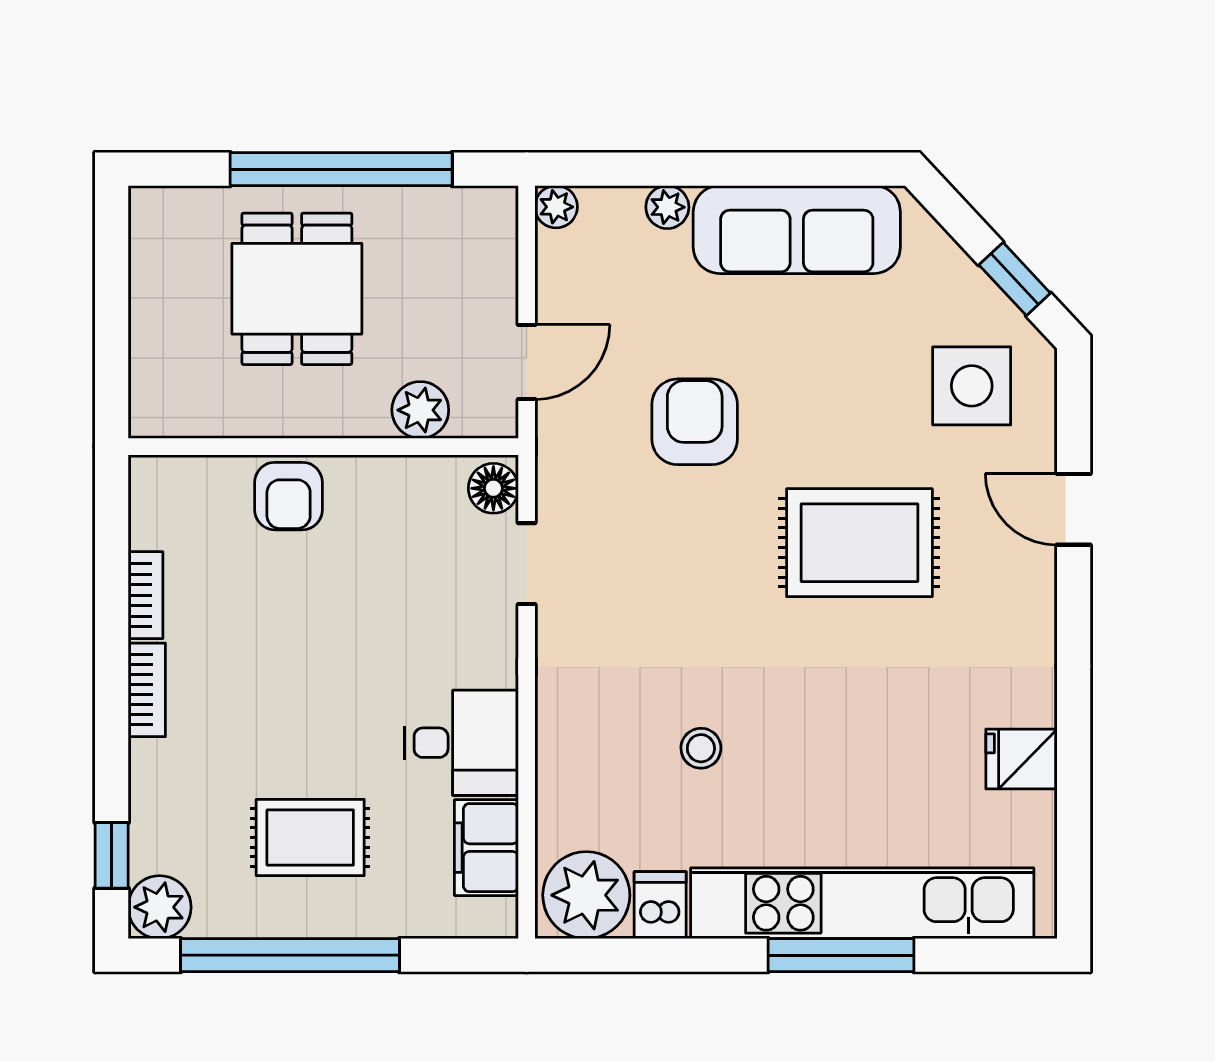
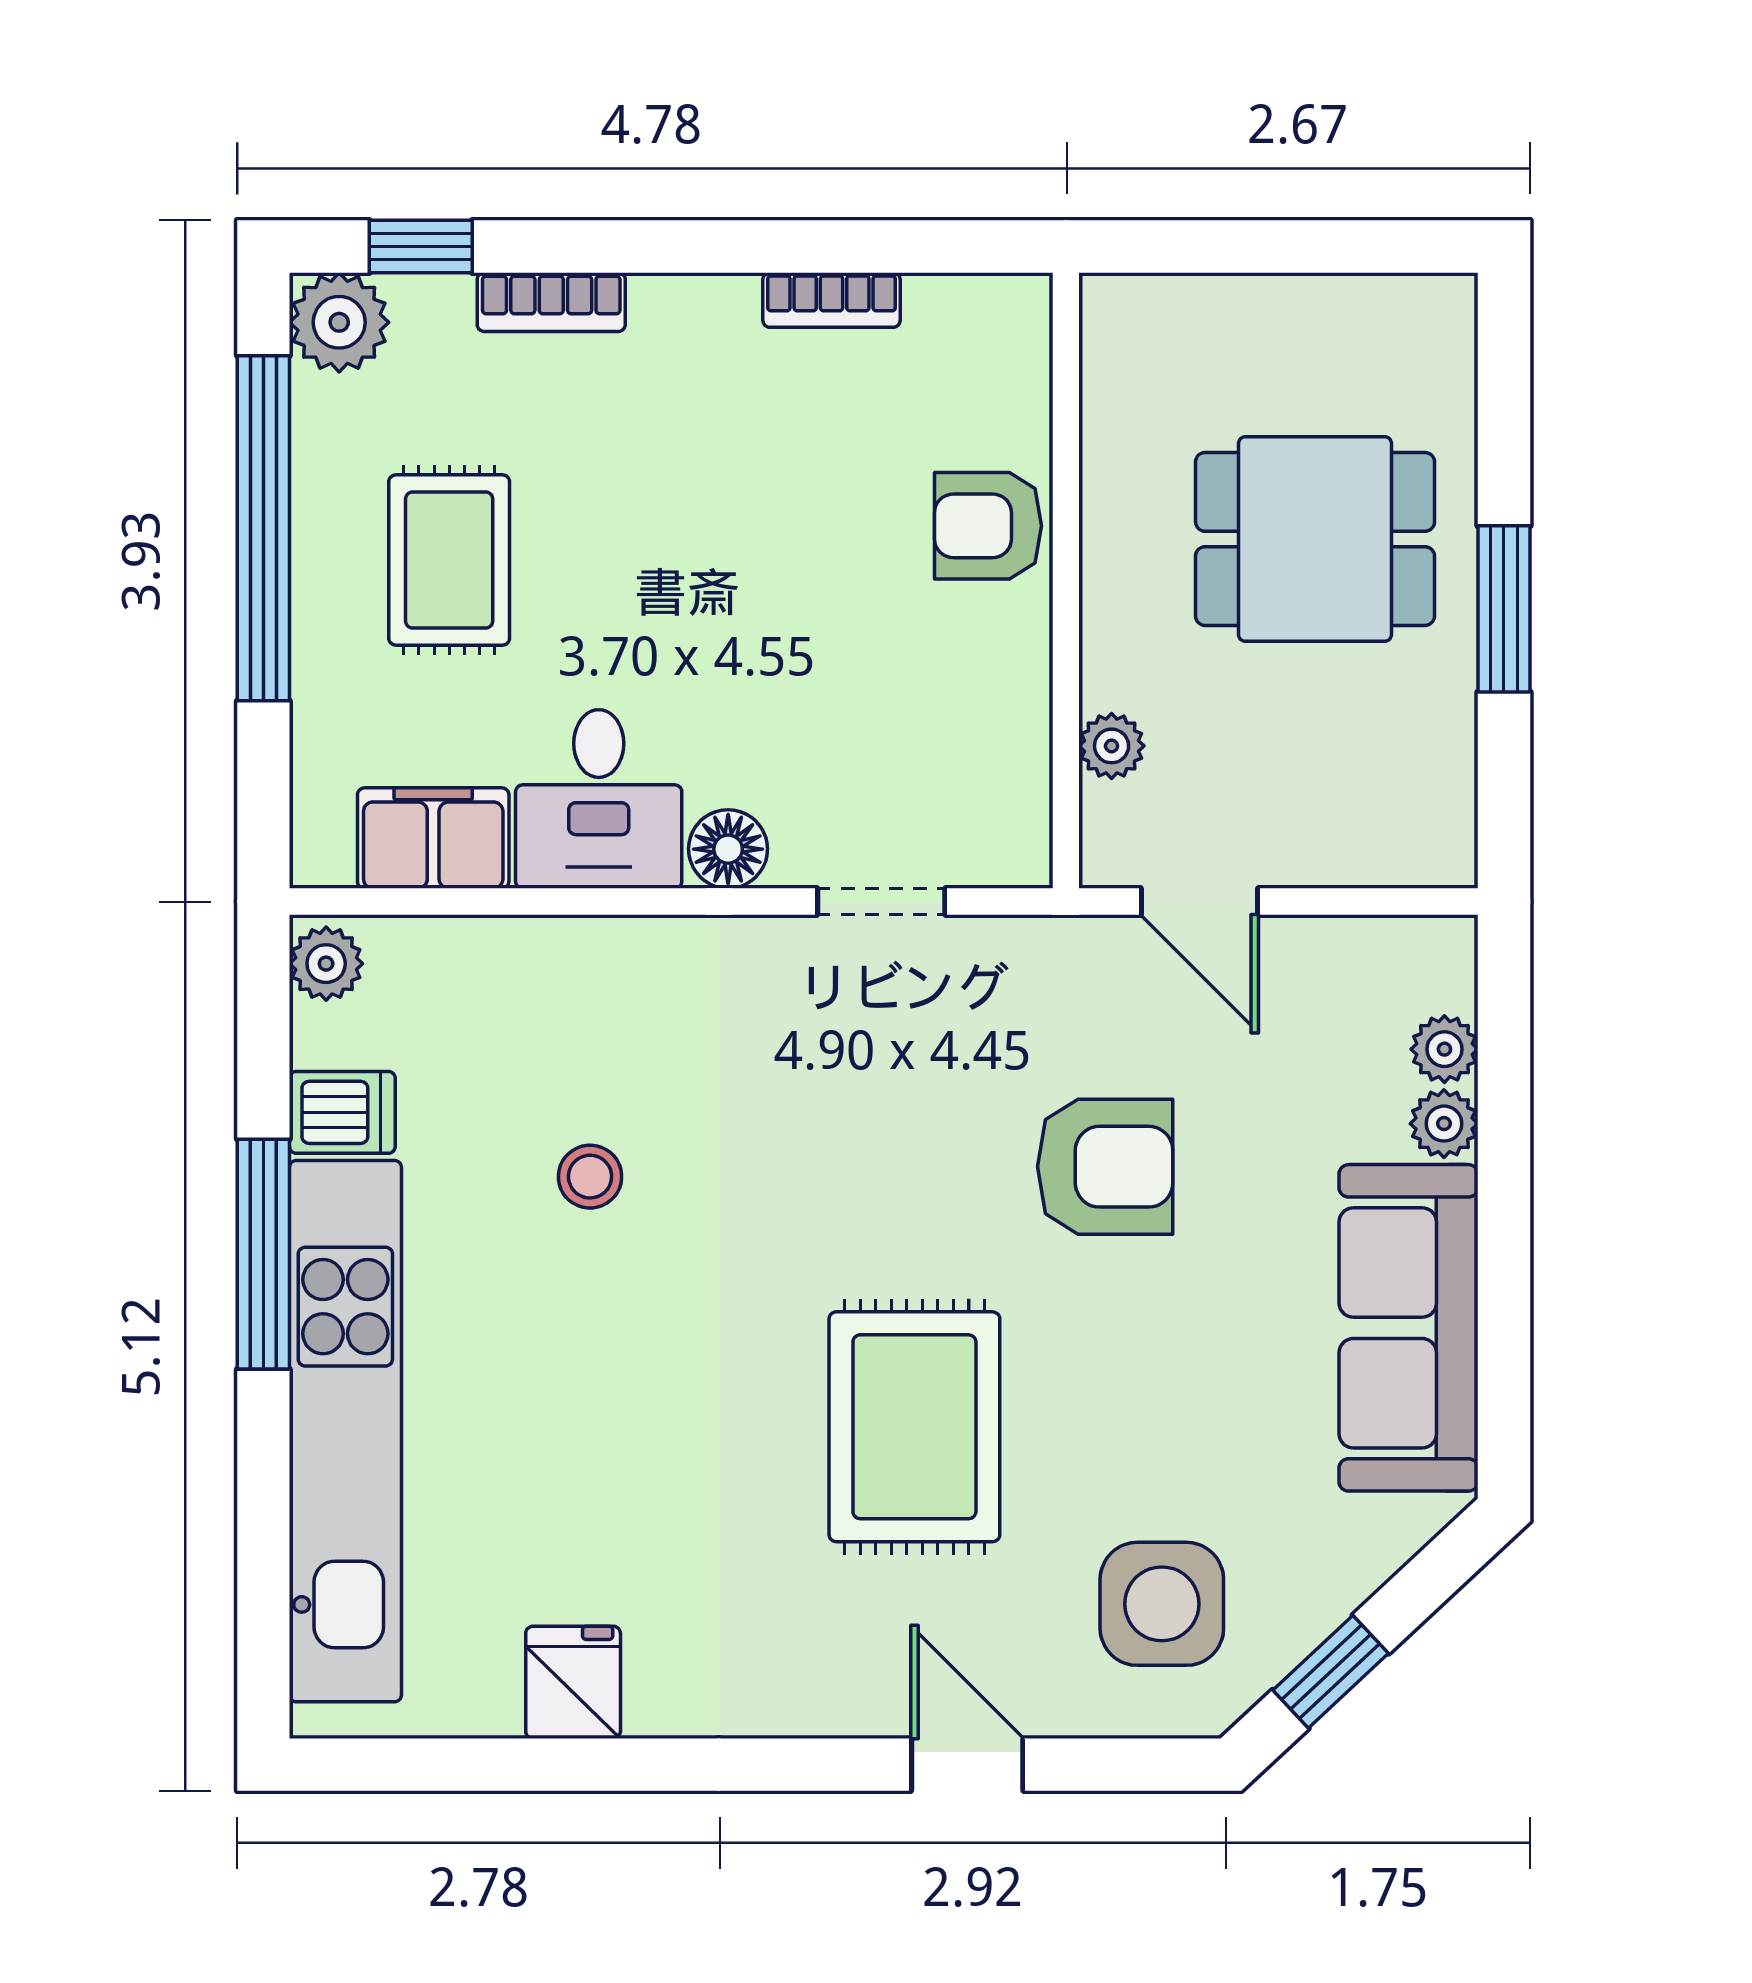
window: (341, 169) -> (1504, 609), width x0.47
plant: (556, 207) -> (1444, 1049), moved
plant: (420, 410) -> (1112, 746), width x0.73, depth x0.73
floor lamp: (493, 488) -> (728, 849), moved
door: (1074, 509) -> (967, 1765), hinge flipped
bookcase: (147, 690) -> (551, 302), moved
plant: (586, 895) -> (326, 964), width x0.53, depth x0.53
window: (841, 955) -> (263, 1254), moved

